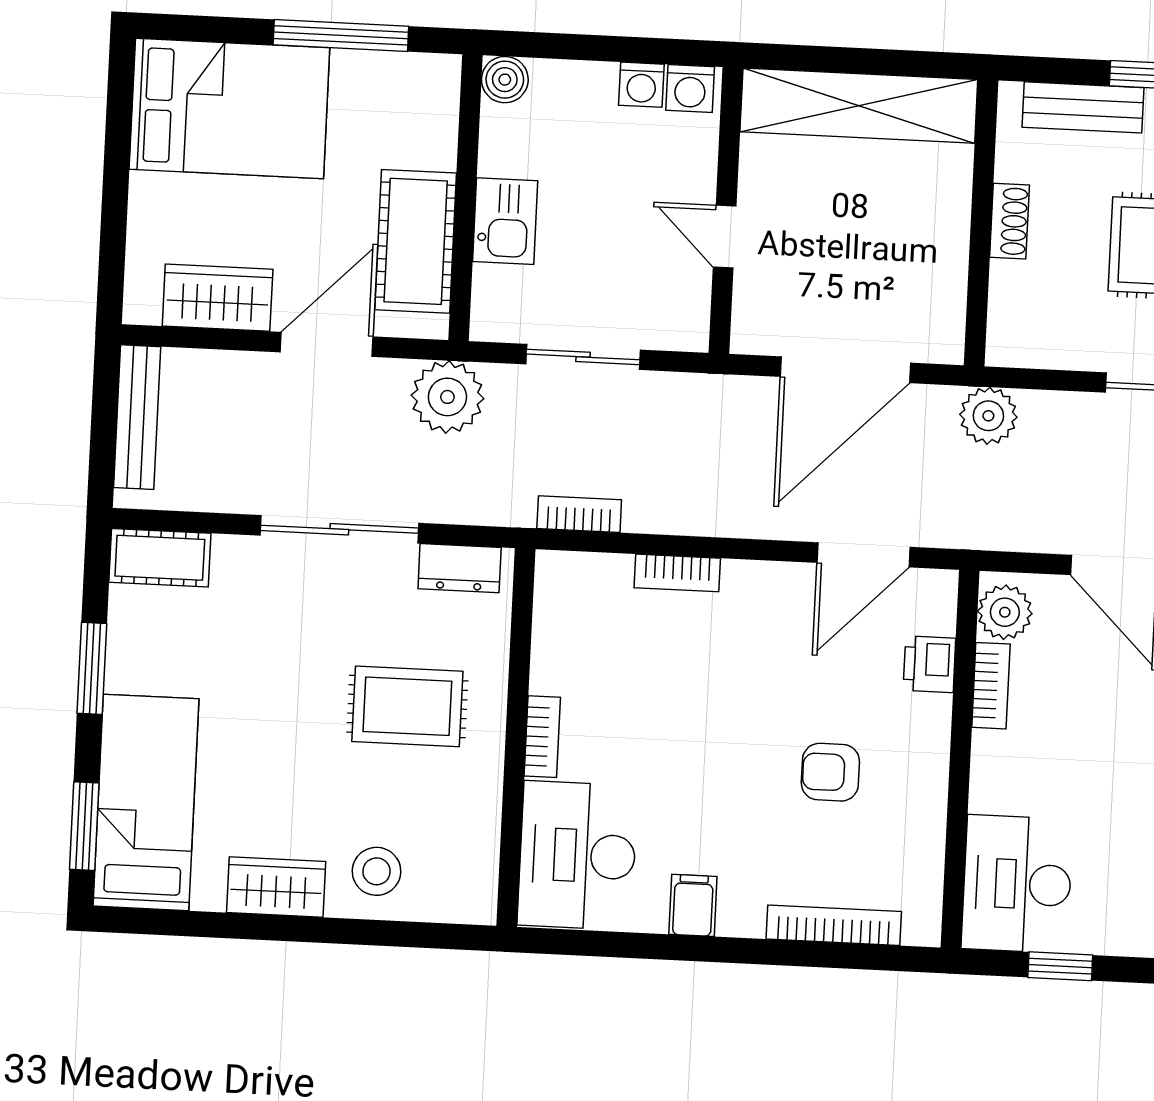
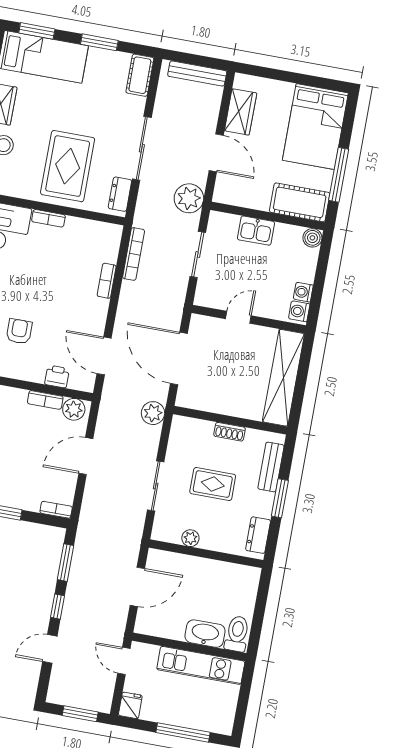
cot: (416, 241) -> (300, 202), moved
bookcase: (579, 514) -> (134, 254), width x1.56
rug: (407, 706) -> (68, 166), width x1.36, depth x1.43

